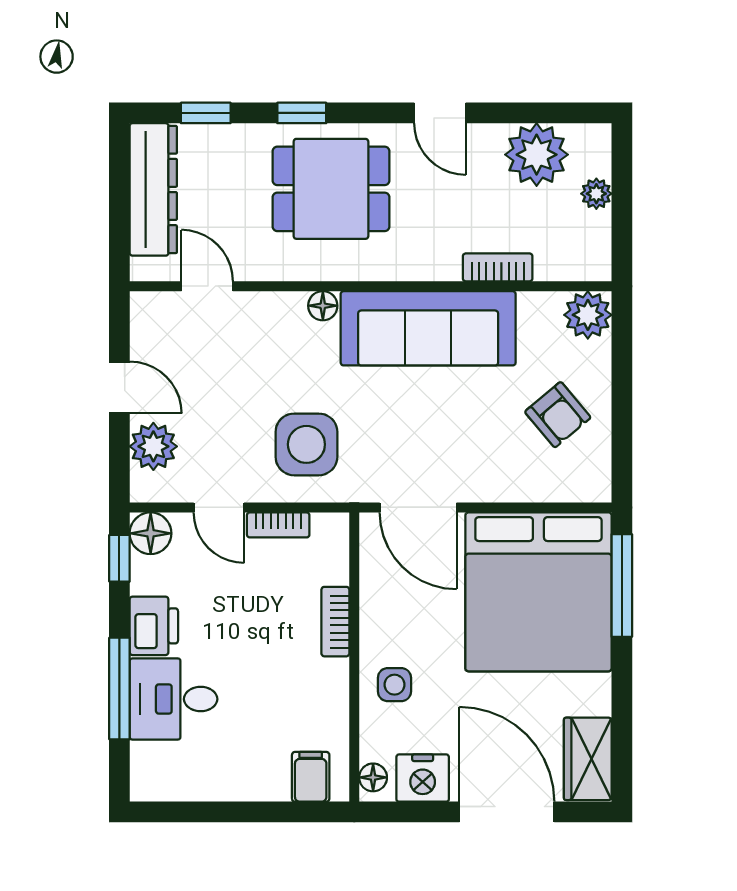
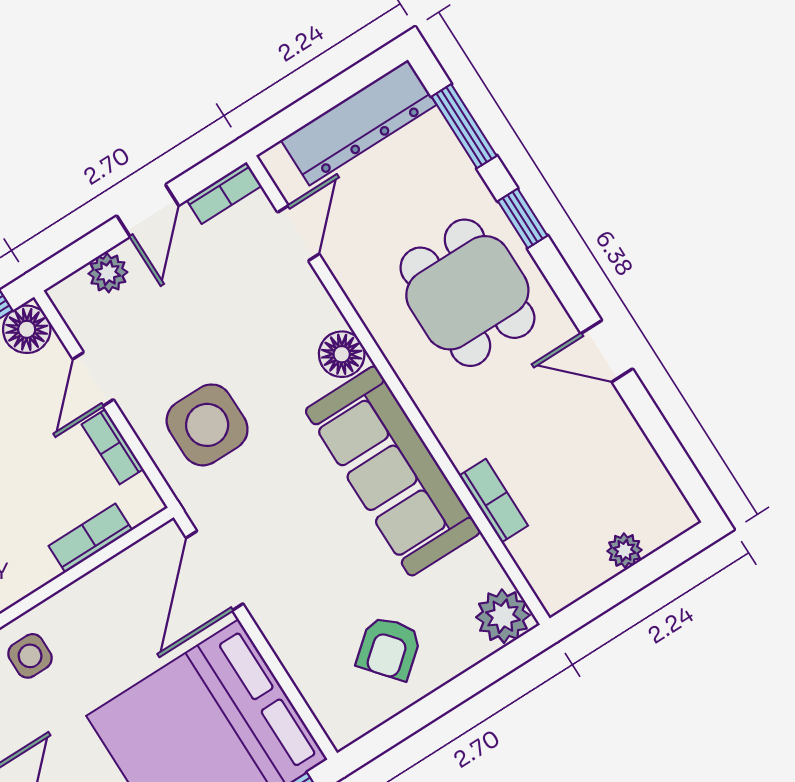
window: (206, 113) -> (464, 126), width x1.50
door: (440, 113) -> (607, 351), hinge flipped
plant: (537, 155) -> (626, 469), removed
floor lamp: (323, 306) -> (342, 354), width x1.37, depth x1.37
bookcase: (142, 322) -> (224, 193), added
plant: (153, 446) -> (108, 273), width x0.73, depth x0.73
bookcase: (335, 622) -> (90, 538), moved

